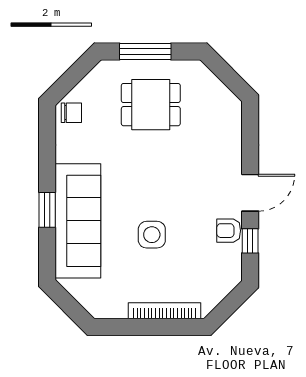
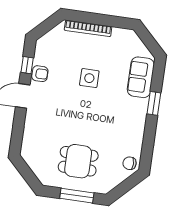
sofa: (78, 221) -> (141, 77), width x0.54, depth x0.79

